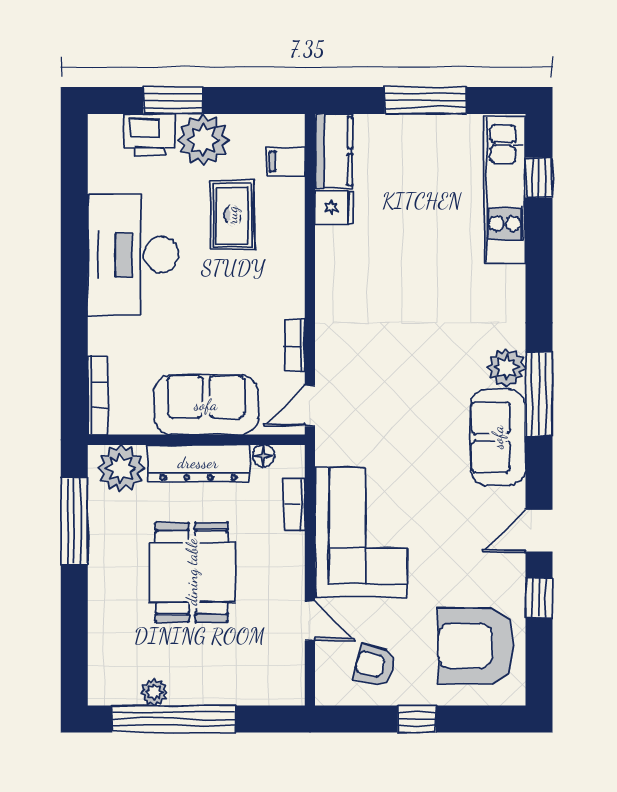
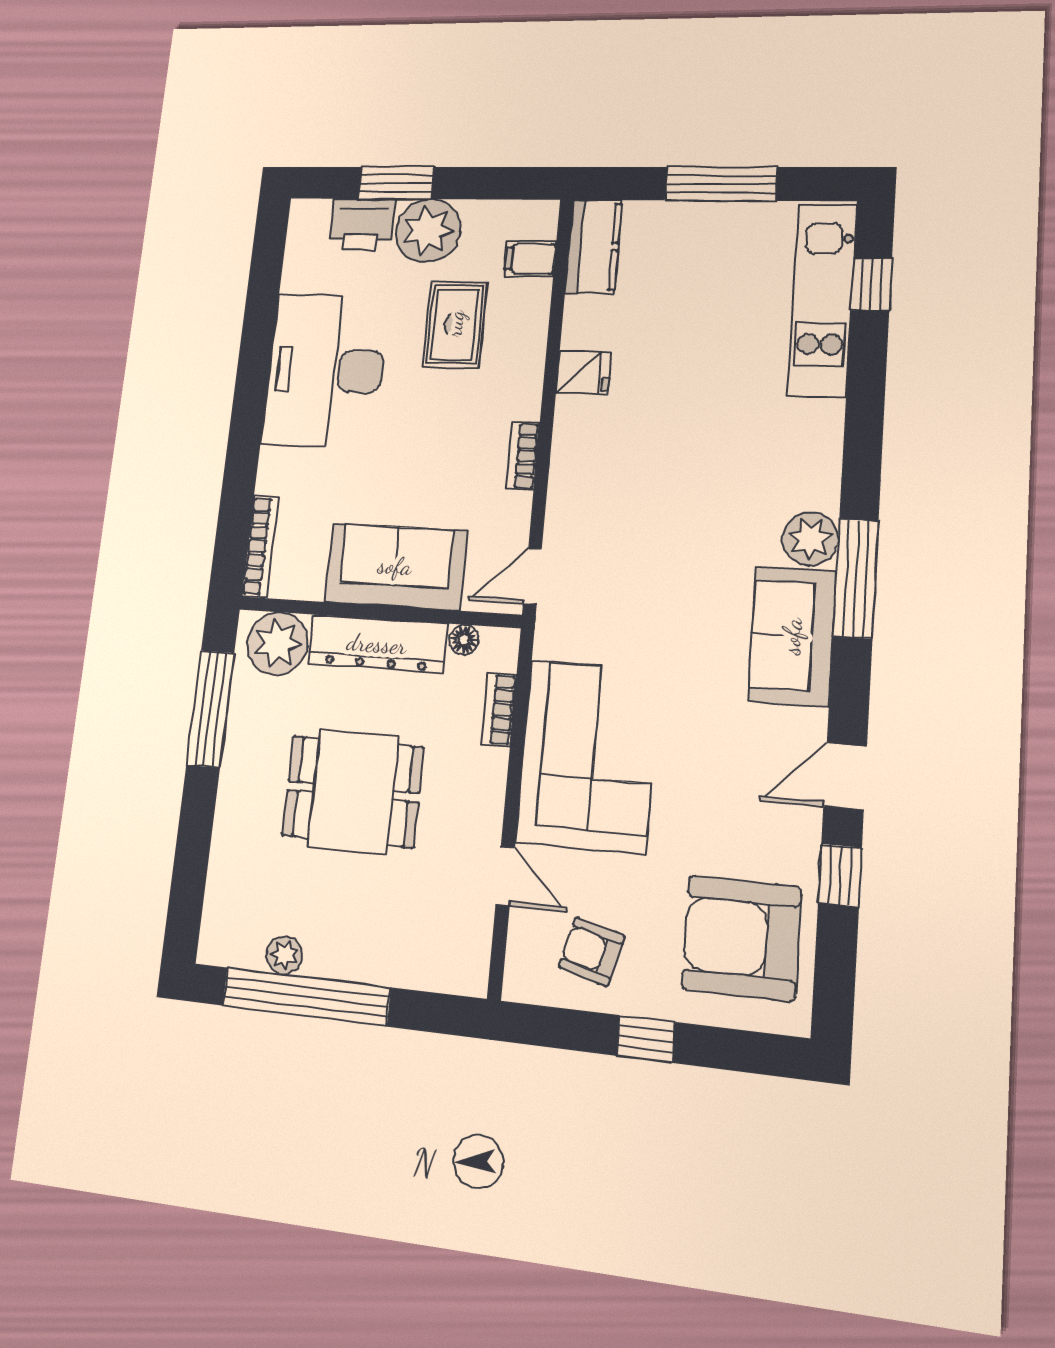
fridge: (334, 207) -> (583, 373), moved
bookcase: (295, 346) -> (523, 456), moved
dining table: (192, 572) -> (353, 791), turned 90

